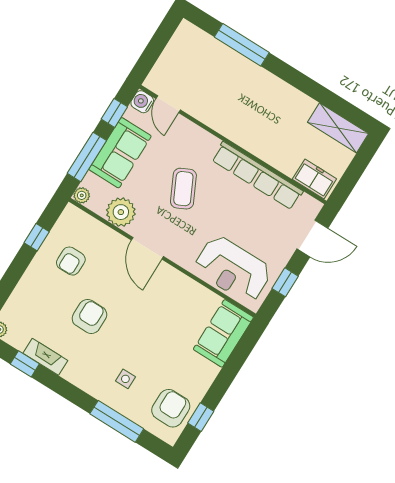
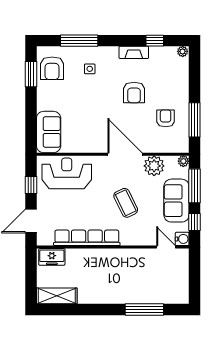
window: (37, 237) -> (195, 120), width x2.17
door: (147, 248) -> (125, 154), width x1.36
fireplace: (45, 357) -> (134, 52), moved
window: (201, 417) -> (31, 74), width x1.50

